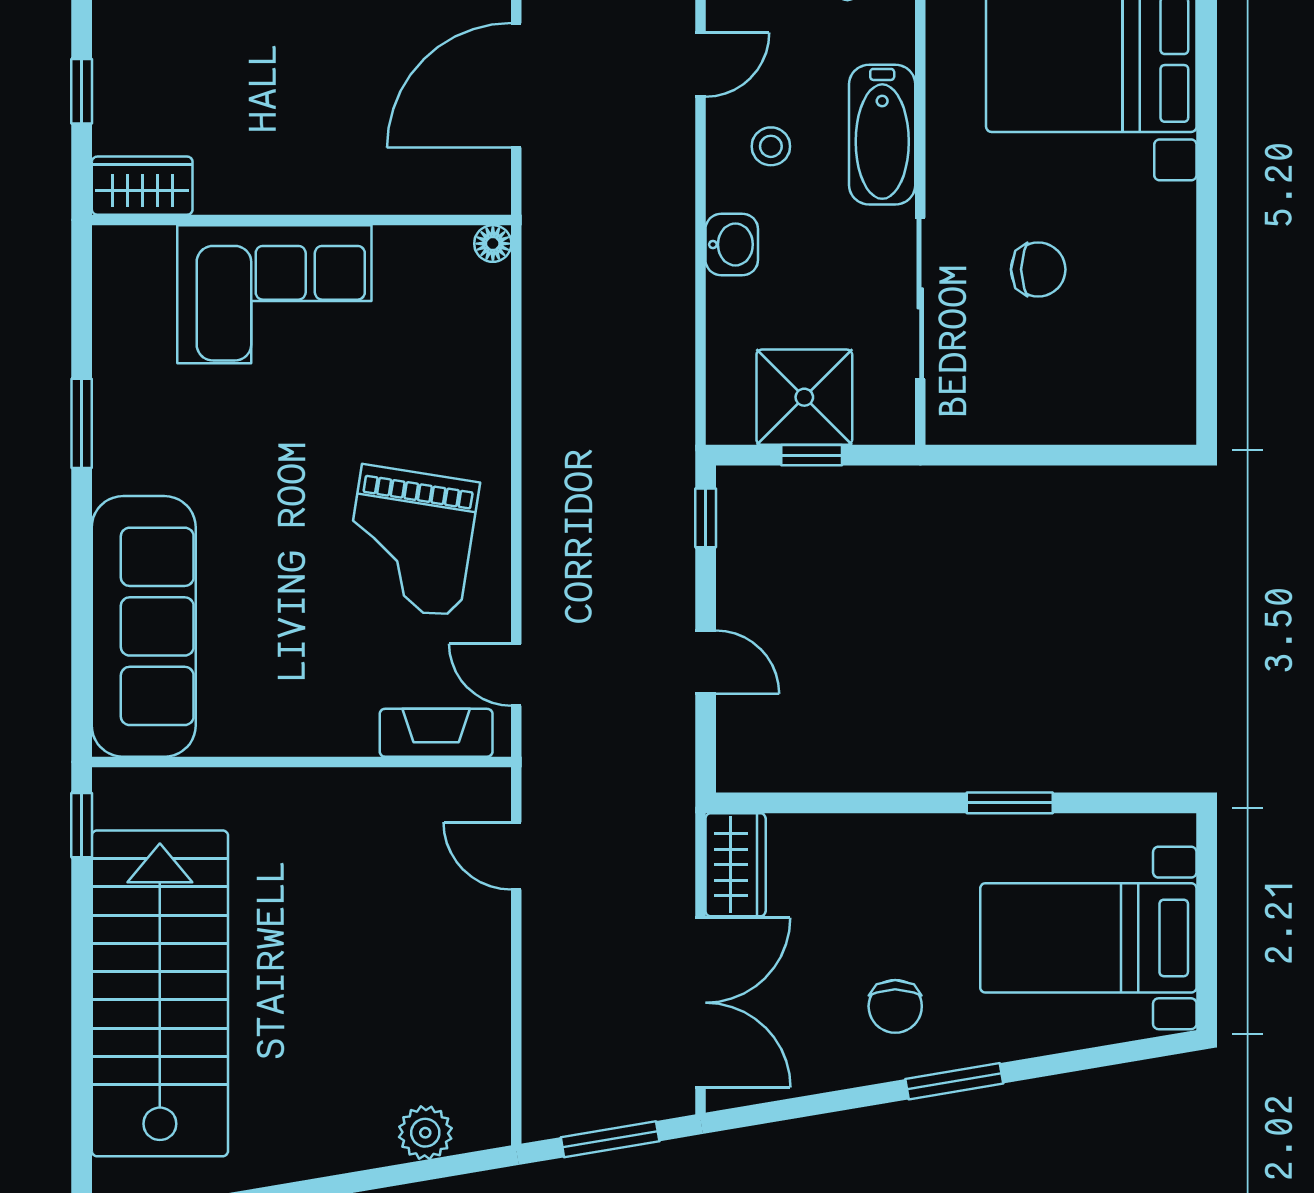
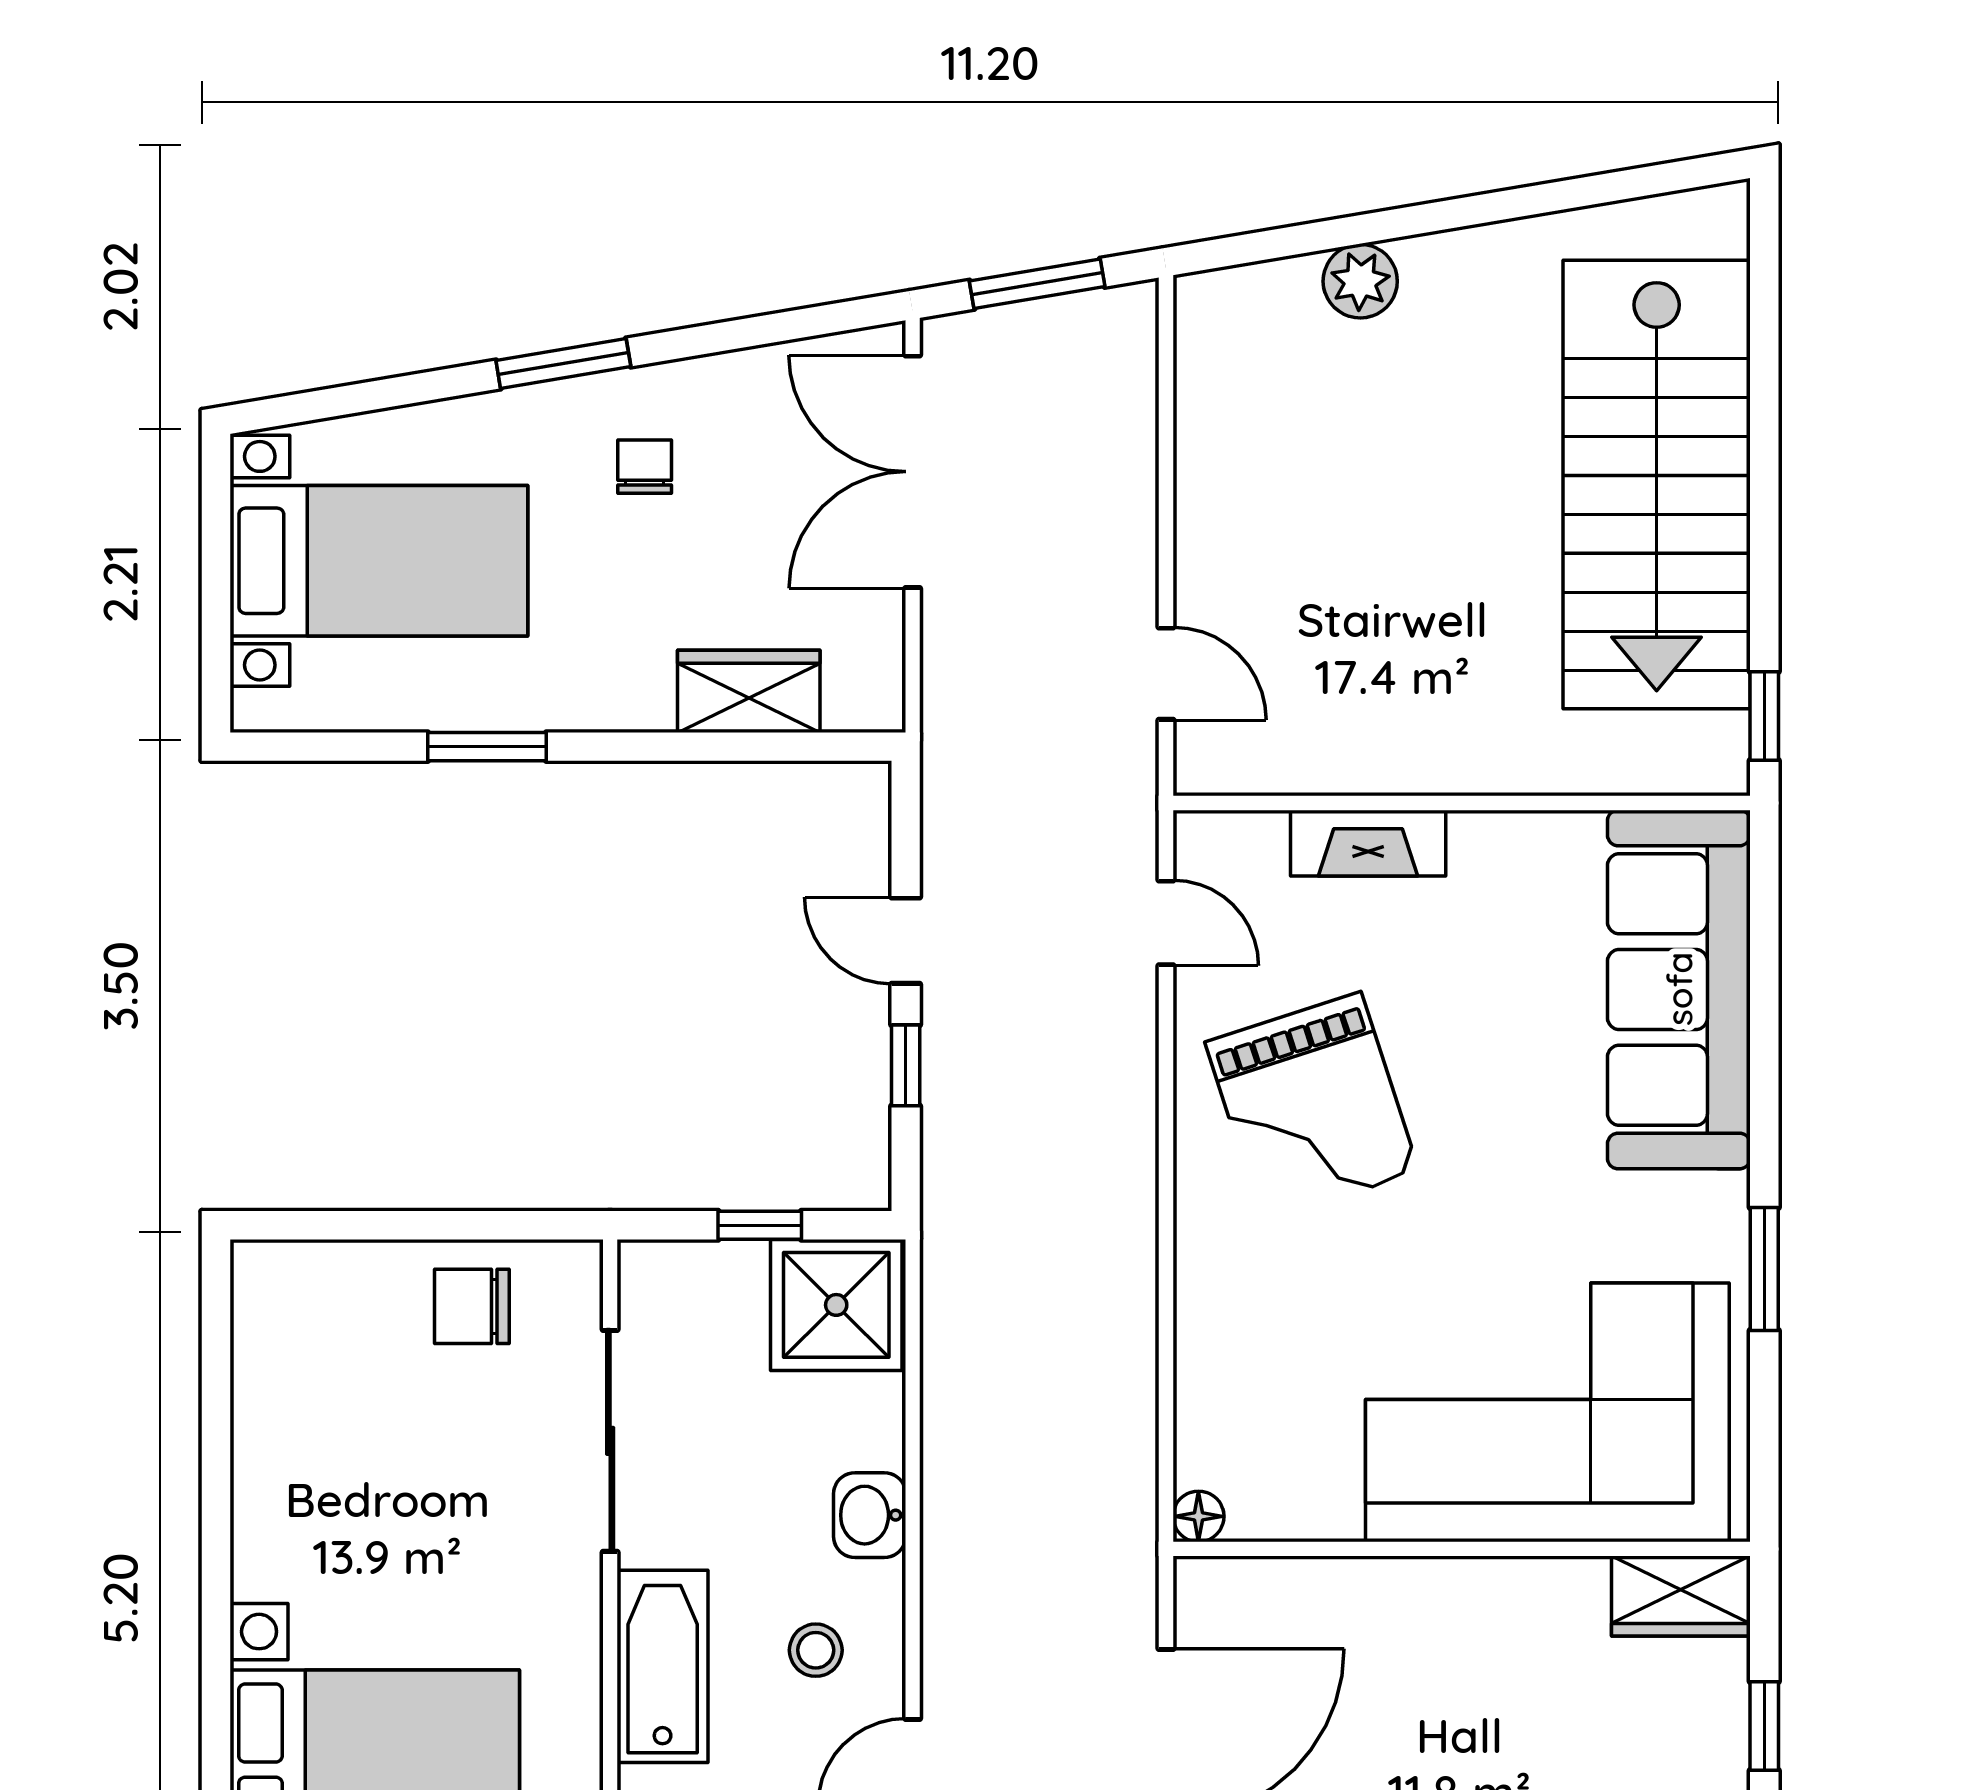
chair: (1038, 269) -> (472, 1306), moved
corner sofa: (274, 294) -> (1547, 1412), width x1.36, depth x1.36
shower: (804, 397) -> (836, 1305), moved
window: (706, 518) -> (906, 1065), moved
grand piano: (410, 541) -> (1312, 1107), turned 153
fireplace: (436, 733) -> (1368, 843), moved
wardrobe: (736, 865) -> (749, 691), moved, turned 90
chair: (895, 1006) -> (645, 467), width x0.73, depth x0.73
plant: (425, 1133) -> (1360, 281), moved

